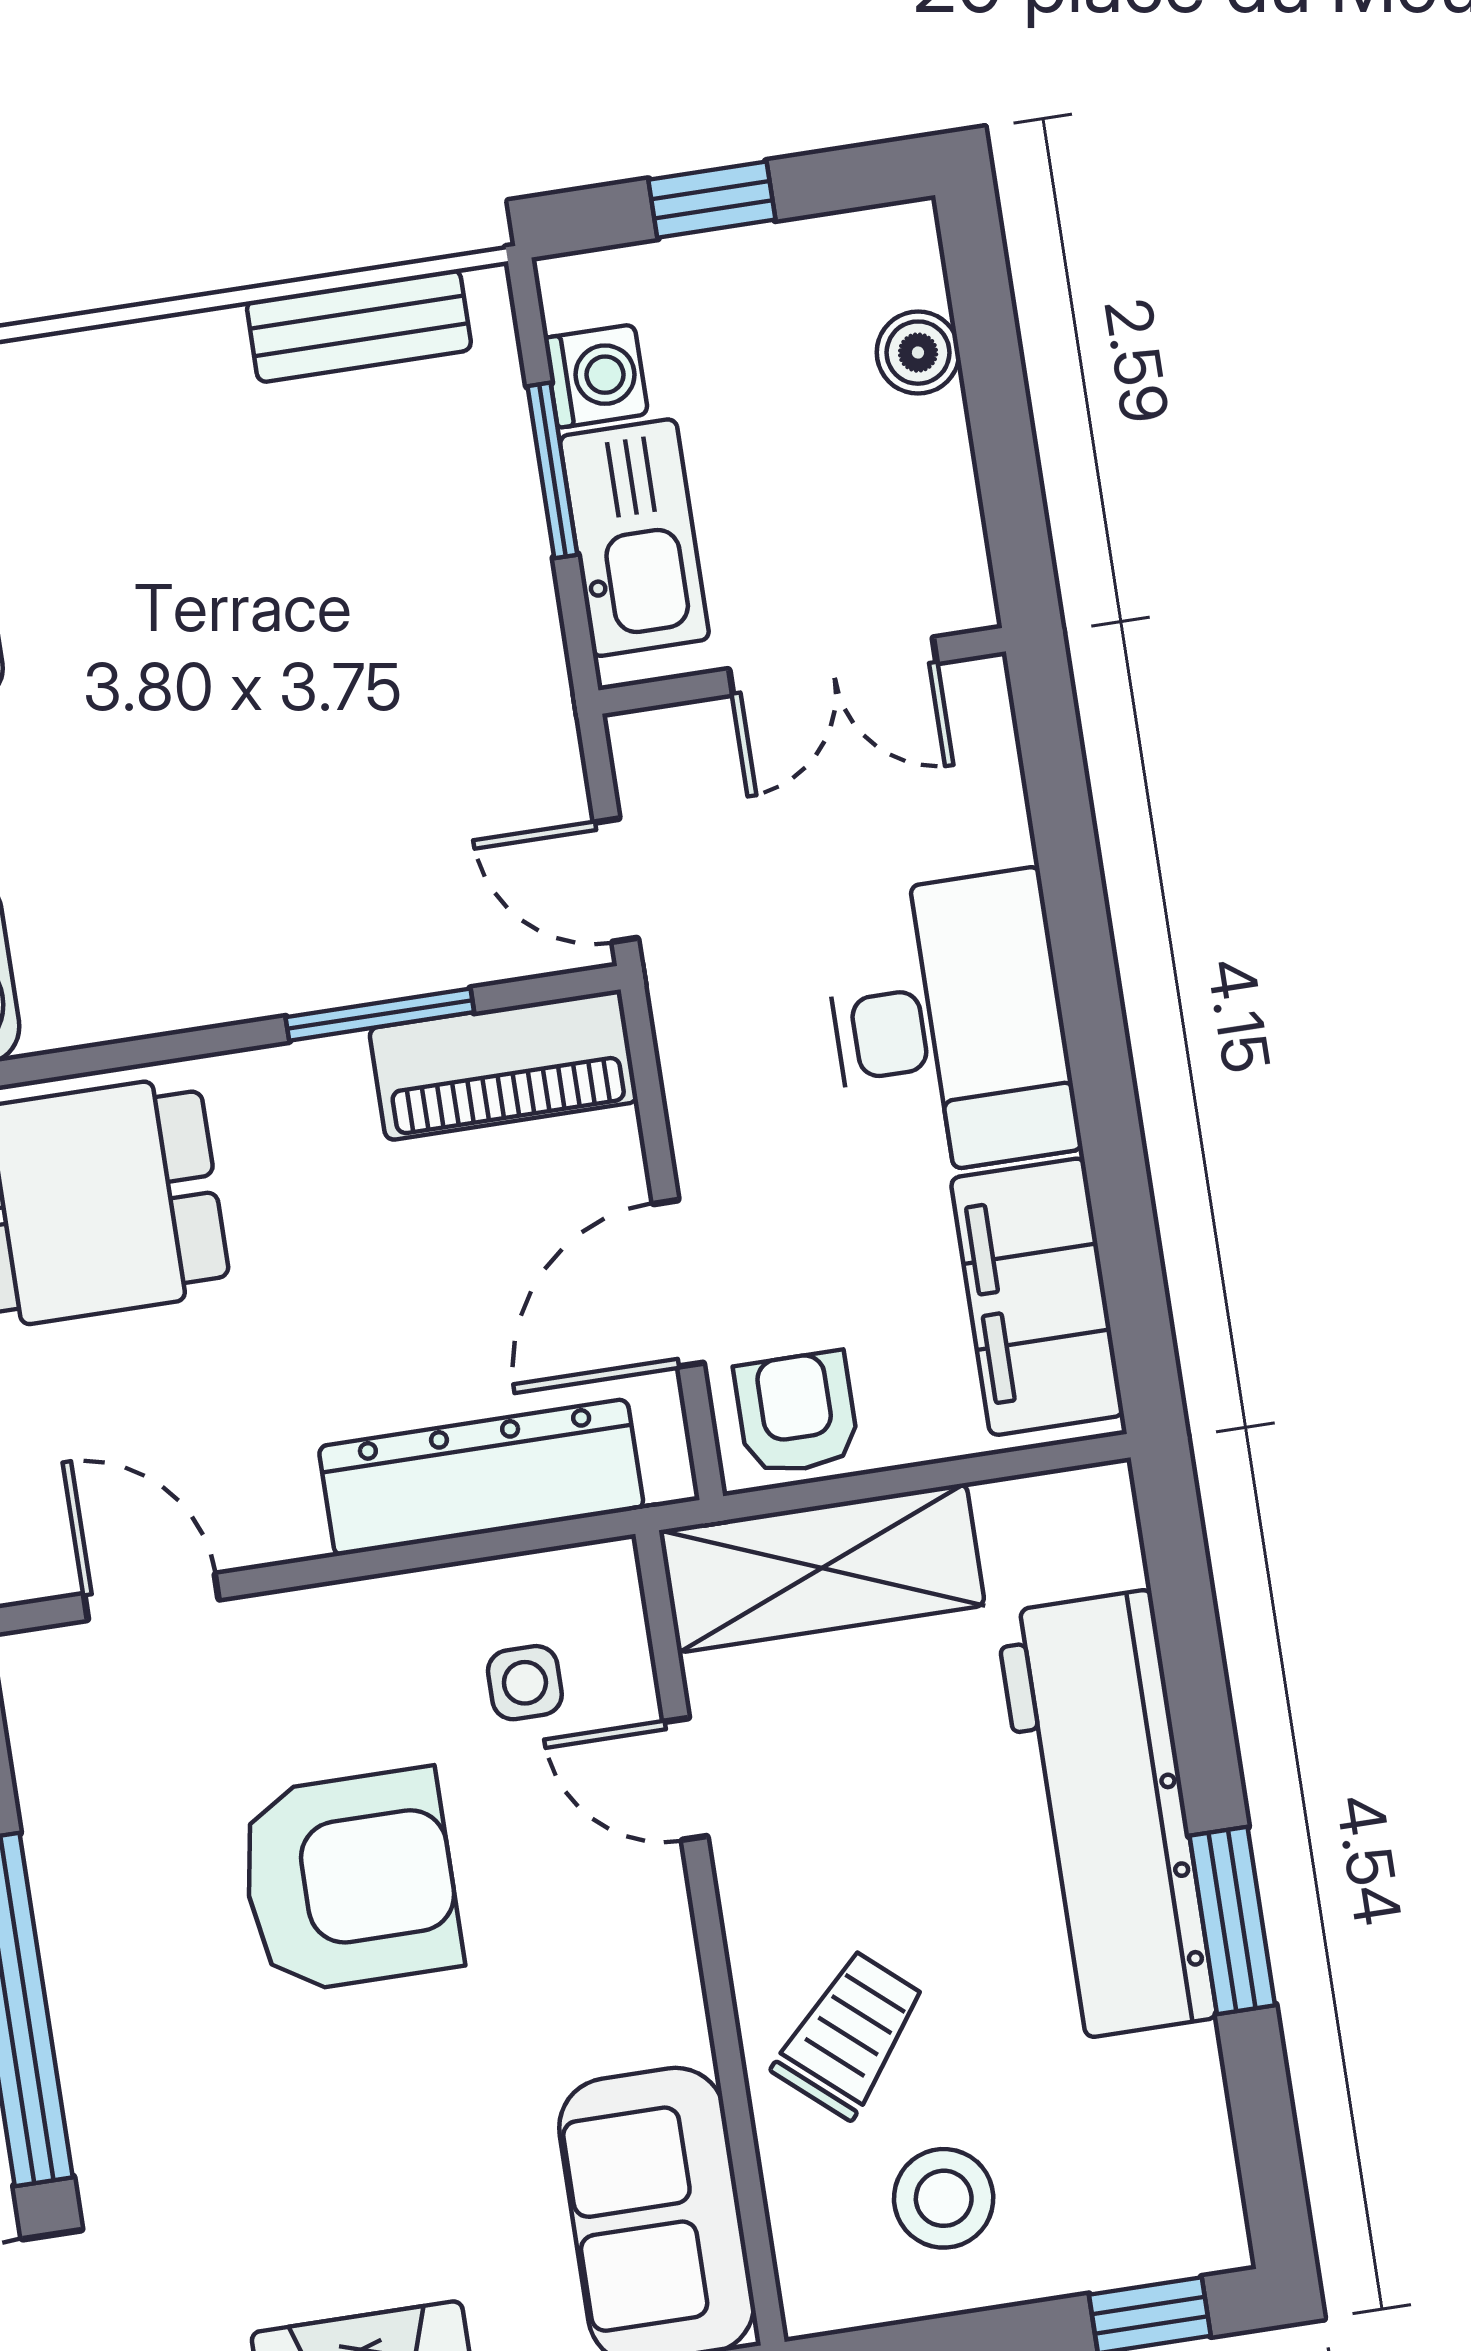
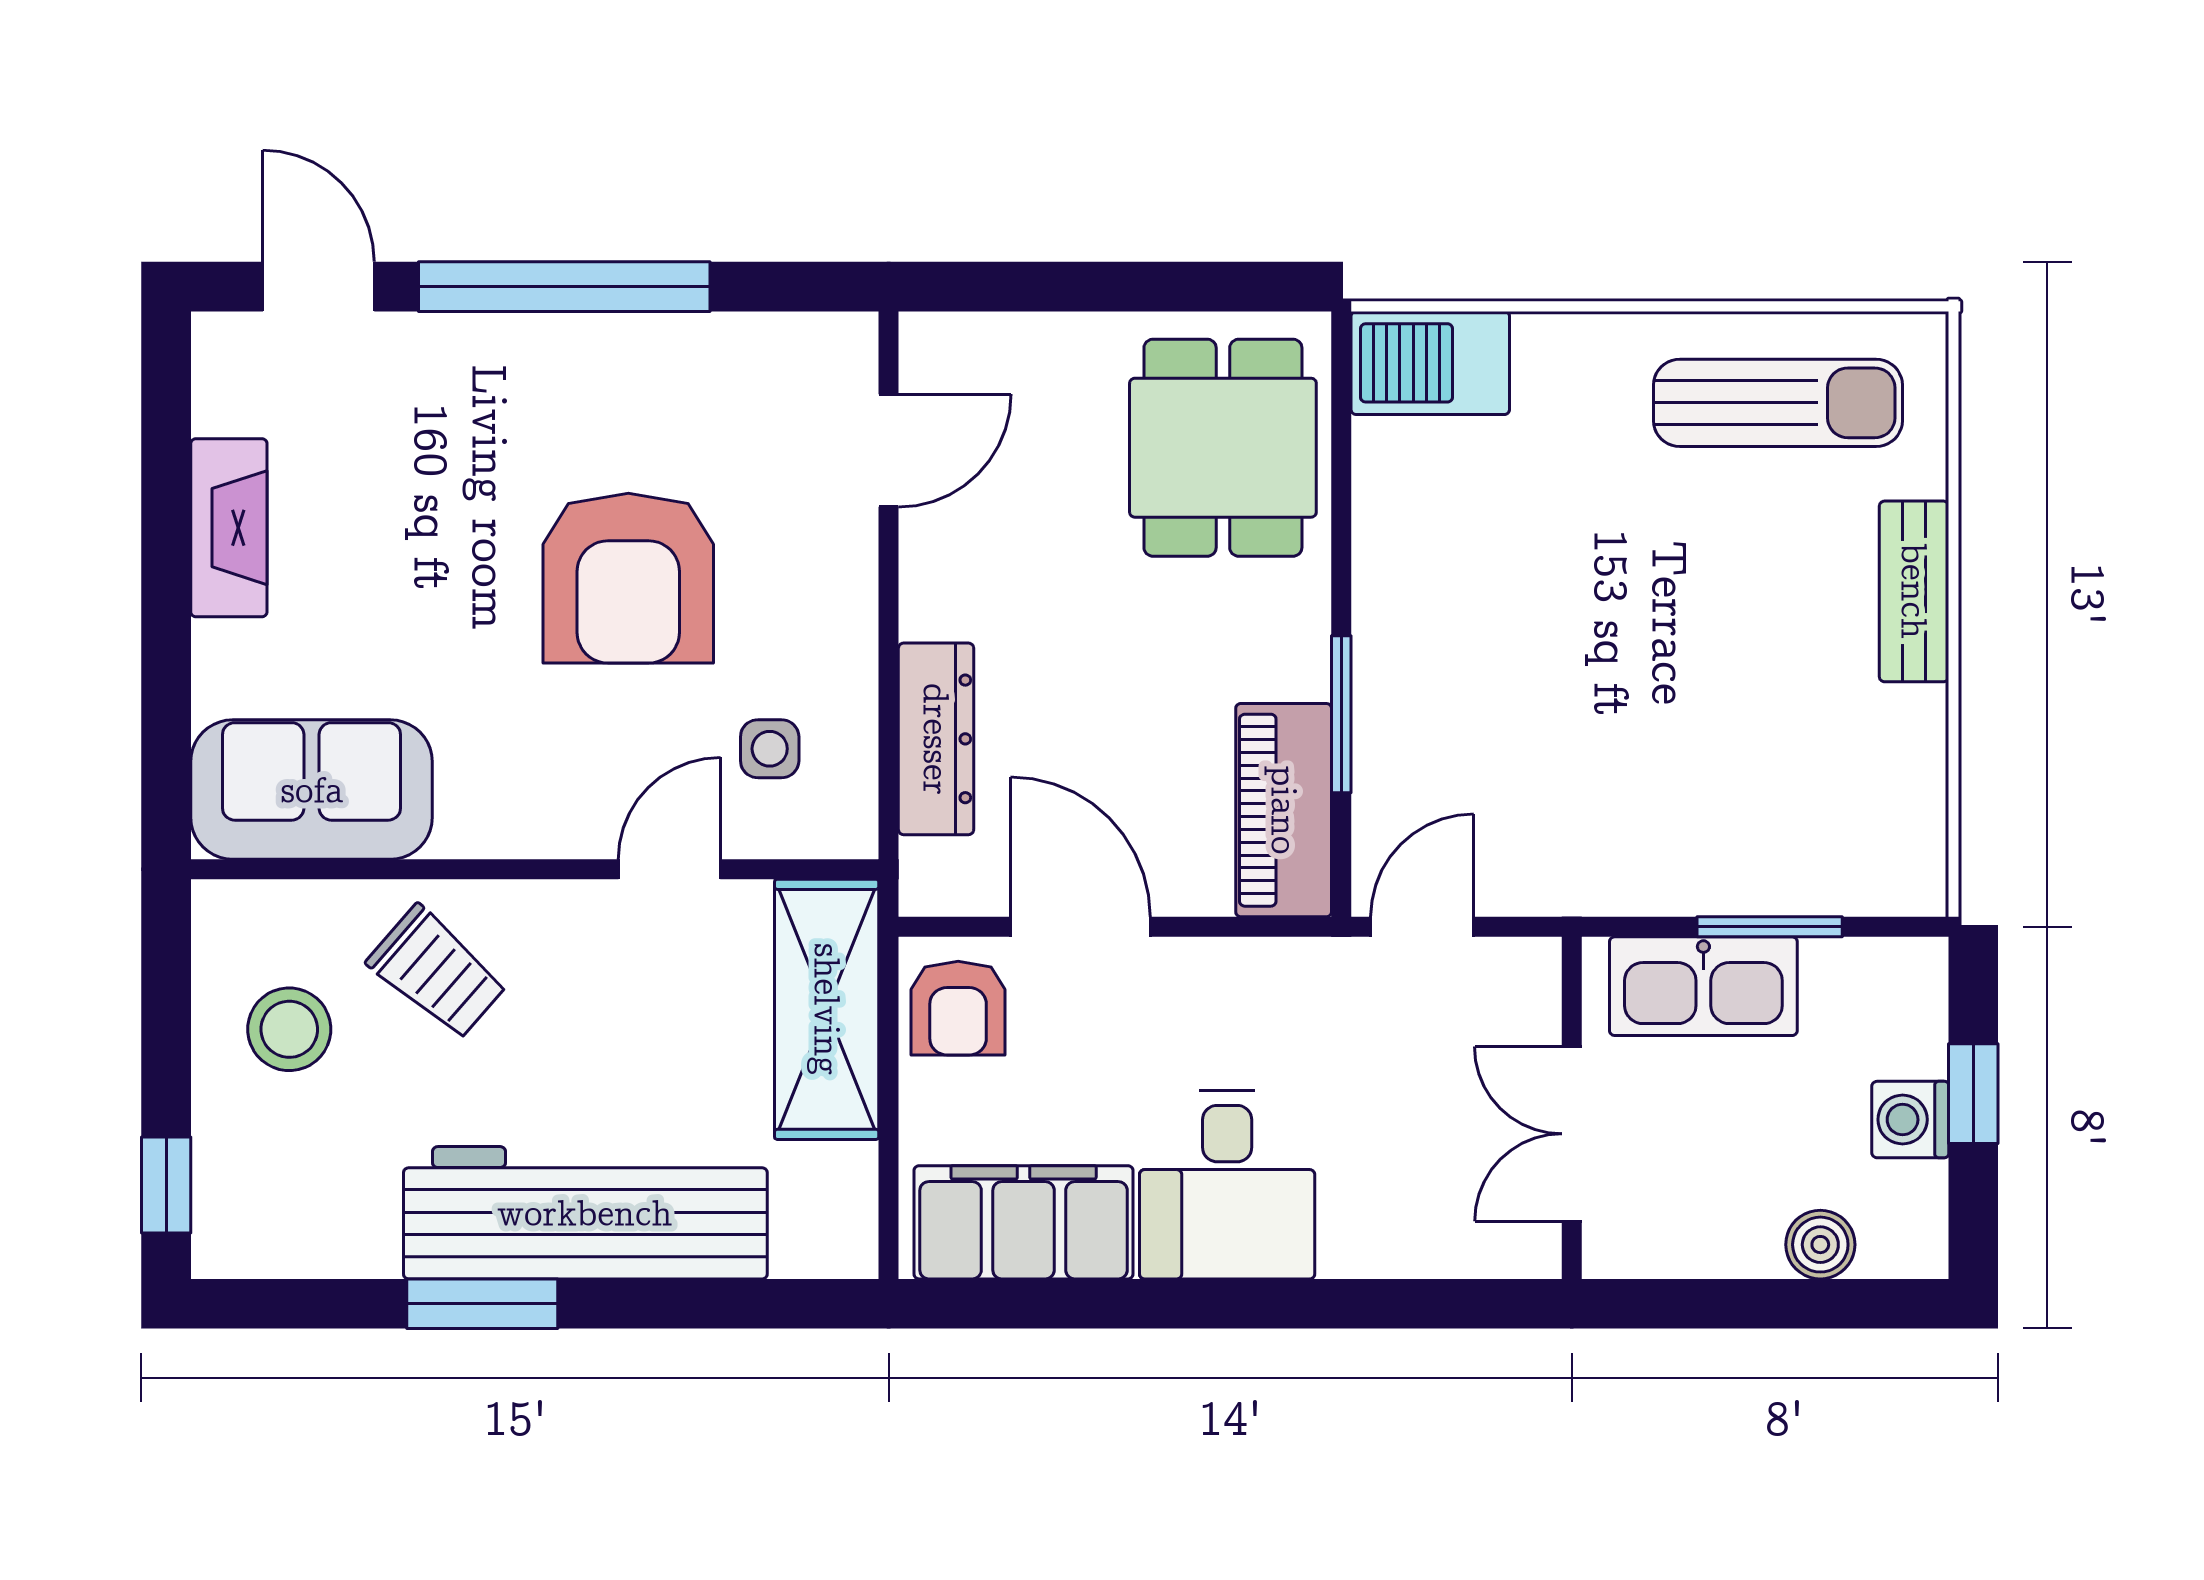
bench: (359, 326) -> (1914, 591), moved
washing machine: (596, 376) -> (1910, 1120), moved, turned 90
desk: (950, 1025) -> (1227, 1185), width x0.73
armchair: (796, 1413) -> (958, 1008), turned 90
dresser: (481, 1477) -> (936, 739), width x0.73, depth x0.80

